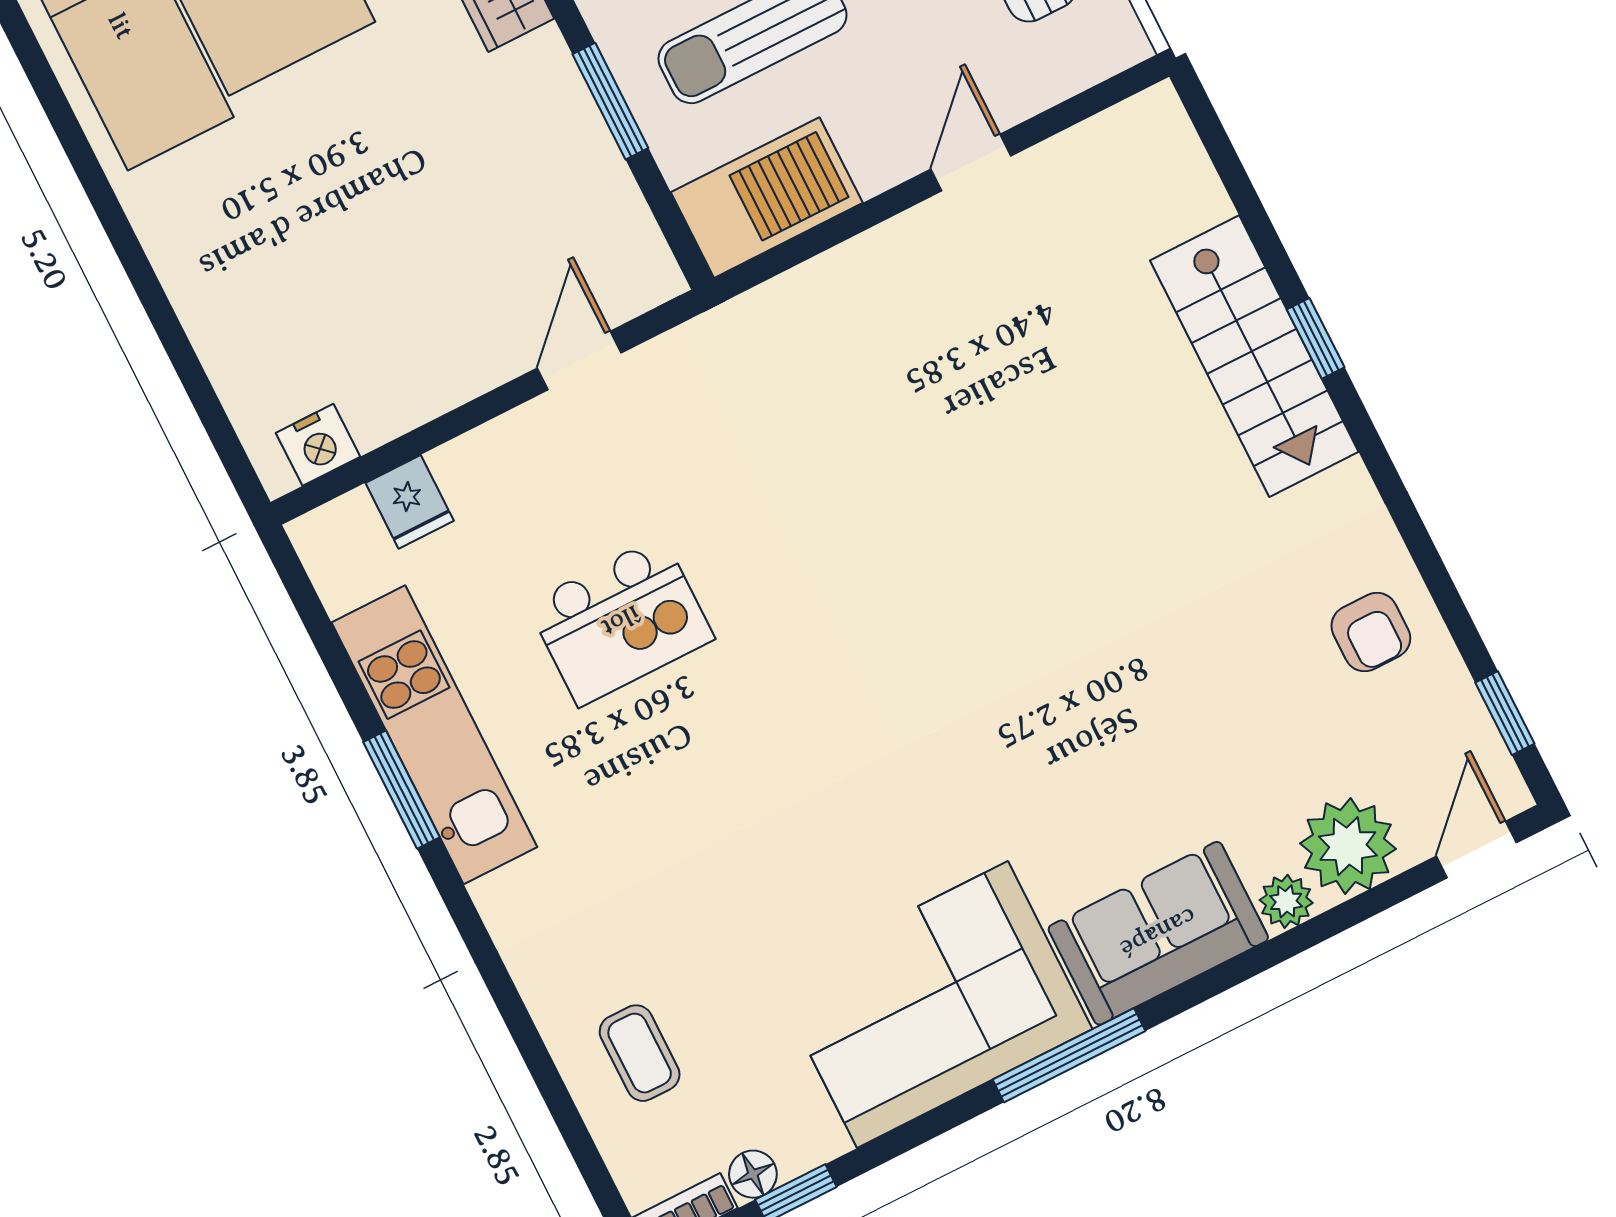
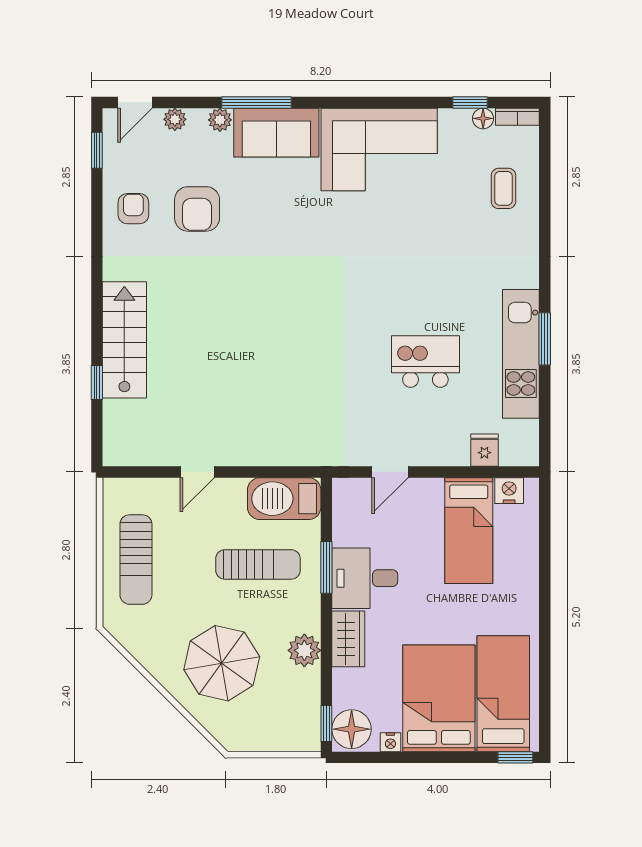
desk: (521, 119) -> (365, 578), added
bed: (359, 322) -> (469, 531), added
window: (1316, 338) -> (97, 383), moved
armchair: (1241, 697) -> (197, 209), added
plant: (1348, 846) -> (175, 119), width x0.53, depth x0.53
window: (1069, 1055) -> (257, 102), moved

